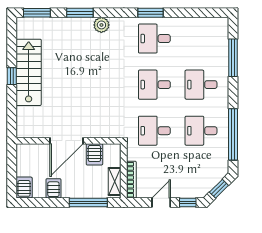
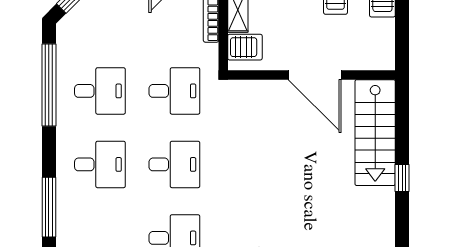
stairs: (29, 72) -> (375, 133), moved
door: (67, 141) -> (315, 75), swing flipped
server rack: (94, 154) -> (245, 47), moved, turned 90

